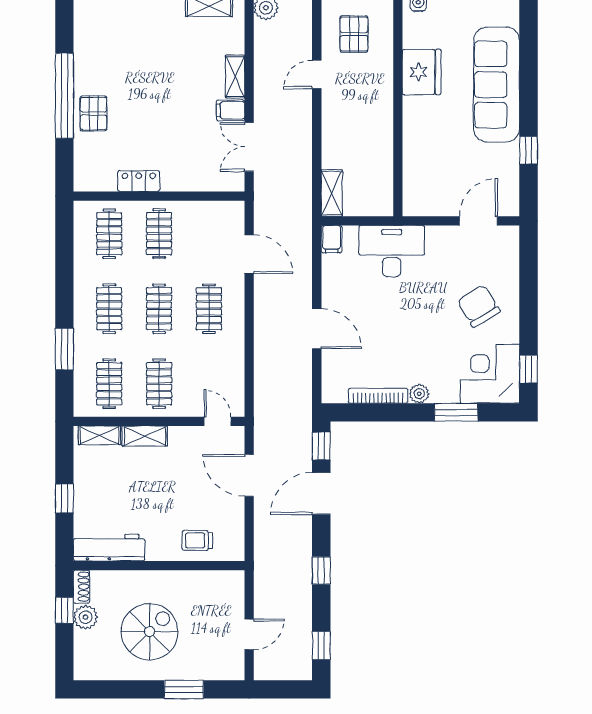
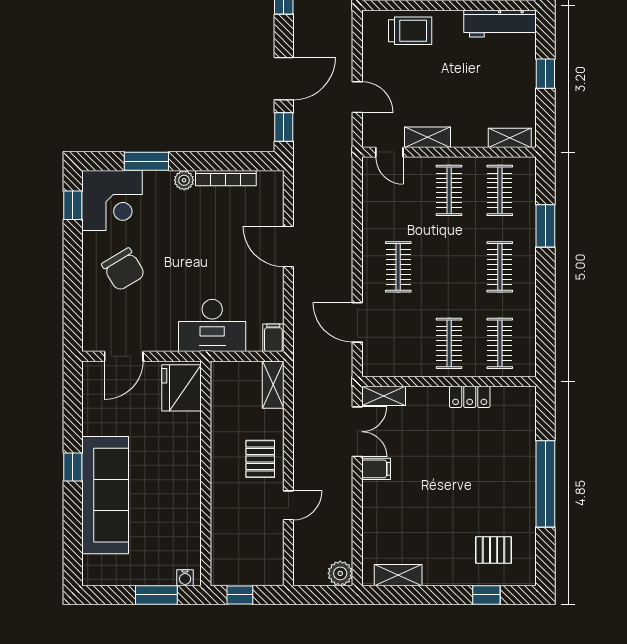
pallet: (354, 34) -> (260, 459), moved
fridge: (422, 72) -> (182, 388), moved
shelving: (235, 77) -> (384, 396), moved, turned 90
pallet: (93, 113) -> (494, 550), moved, turned 90
window: (528, 150) -> (73, 467), moved
clothes rail: (159, 309) -> (449, 267), removed
shelving: (145, 436) -> (428, 137), moved
door: (249, 475) -> (357, 97), width x0.73
trolley: (197, 540) -> (410, 31), width x1.36, depth x1.39

